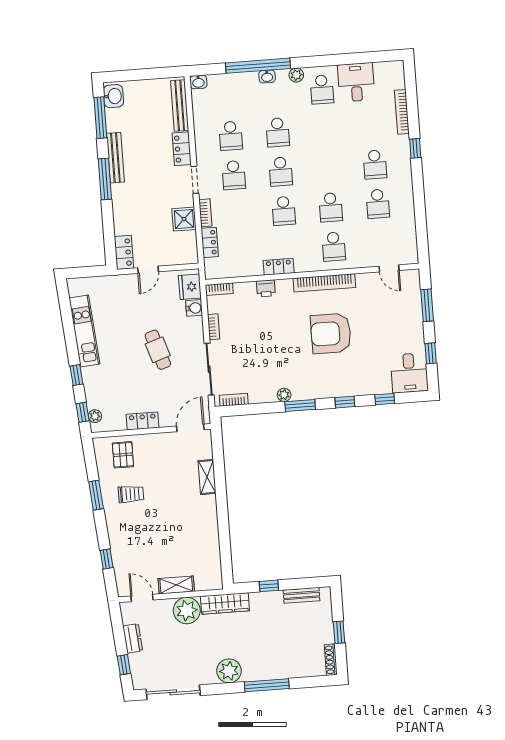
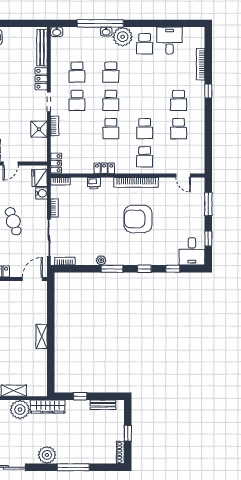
plant: (296, 75) -> (123, 37), width x1.88, depth x1.88
locker: (210, 242) -> (56, 163), moved
shelving: (207, 477) -> (42, 336), moved

